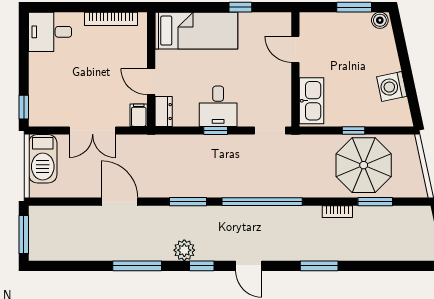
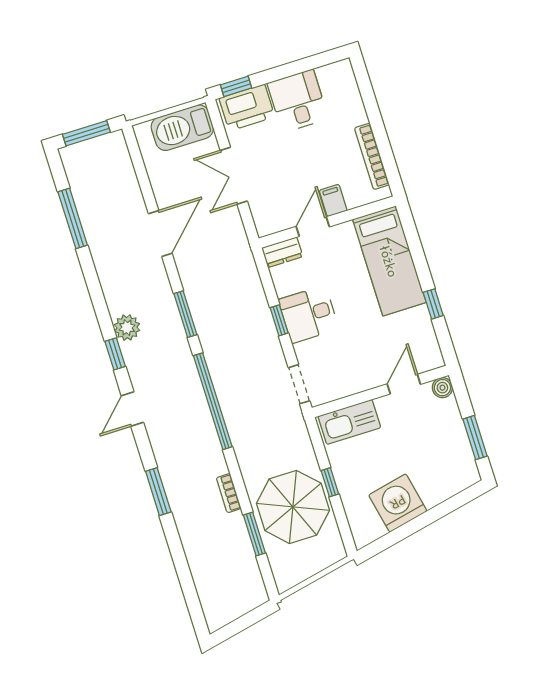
boiler: (380, 20) -> (442, 388), moved
desk: (50, 32) -> (298, 101), moved
washing machine: (392, 87) -> (398, 503), width x1.37, depth x1.37
printer: (43, 104) -> (247, 108), added
filing cabinet: (139, 115) -> (333, 201), moved, turned -90
window: (137, 266) -> (73, 218), moved

